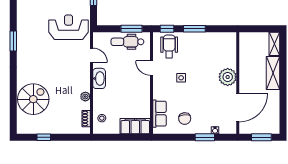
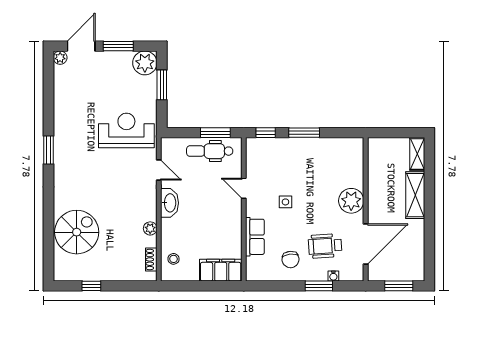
wheelchair: (169, 46) -> (325, 246), moved, turned -94
row of seats: (159, 114) -> (255, 237), moved

